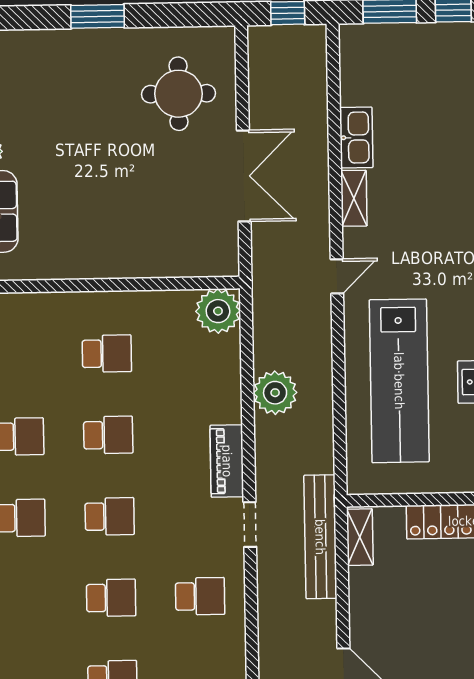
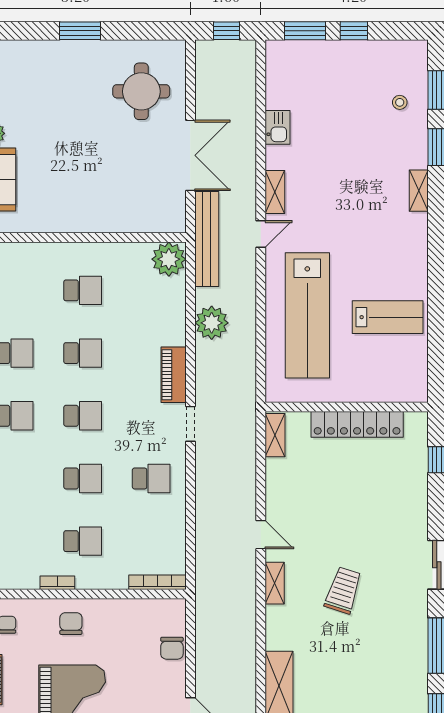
kitchen sink: (356, 138) -> (278, 127), width x0.73
shelving: (354, 198) -> (275, 192), moved
bench: (320, 537) -> (207, 239), moved

